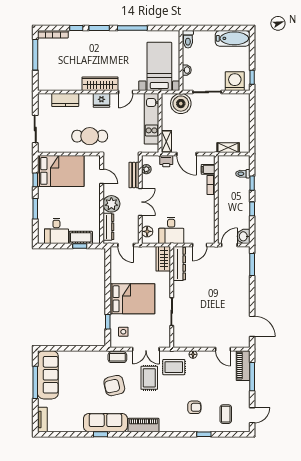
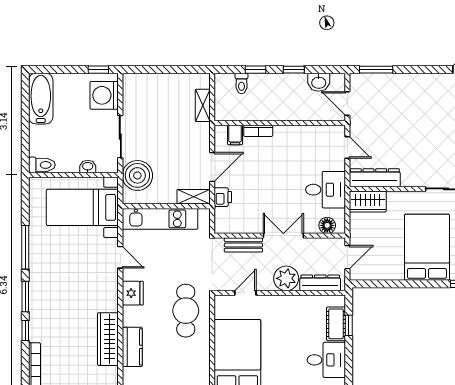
wardrobe: (100, 84) -> (108, 339), moved
plant: (146, 169) -> (235, 227), removed
washbasin: (244, 236) -> (319, 82), moved

